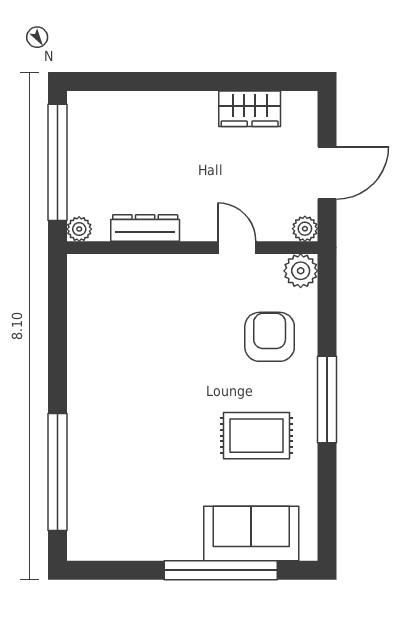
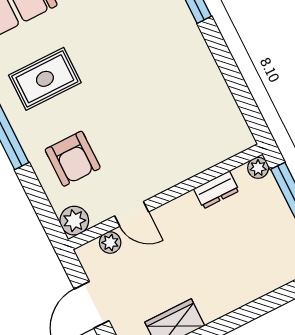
dresser: (145, 228) -> (216, 190), width x0.70
plant: (305, 229) -> (110, 243), moved

